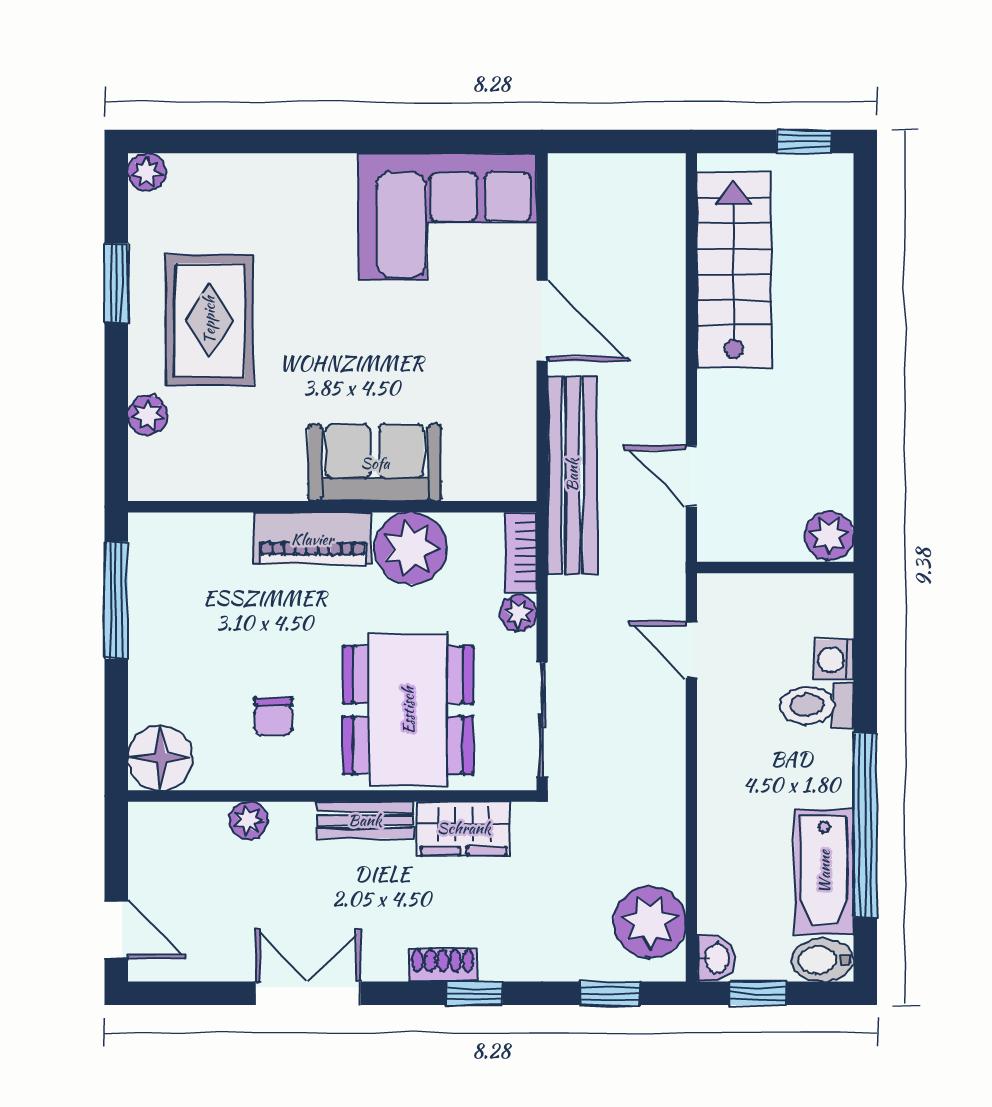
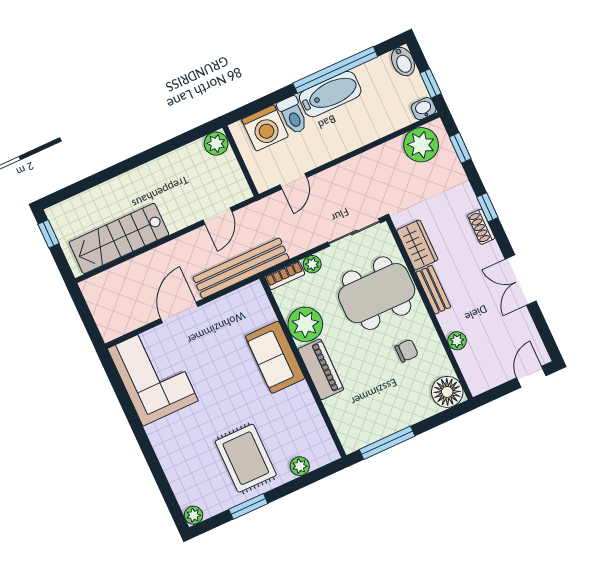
rug: (209, 320) -> (246, 458), turned 90
washing machine: (834, 660) -> (265, 128), width x1.89, depth x1.89
bathtub: (824, 872) -> (330, 94), moved

